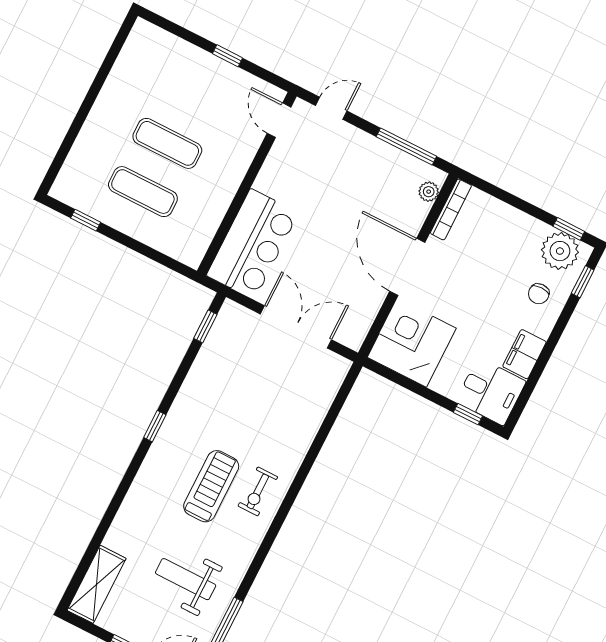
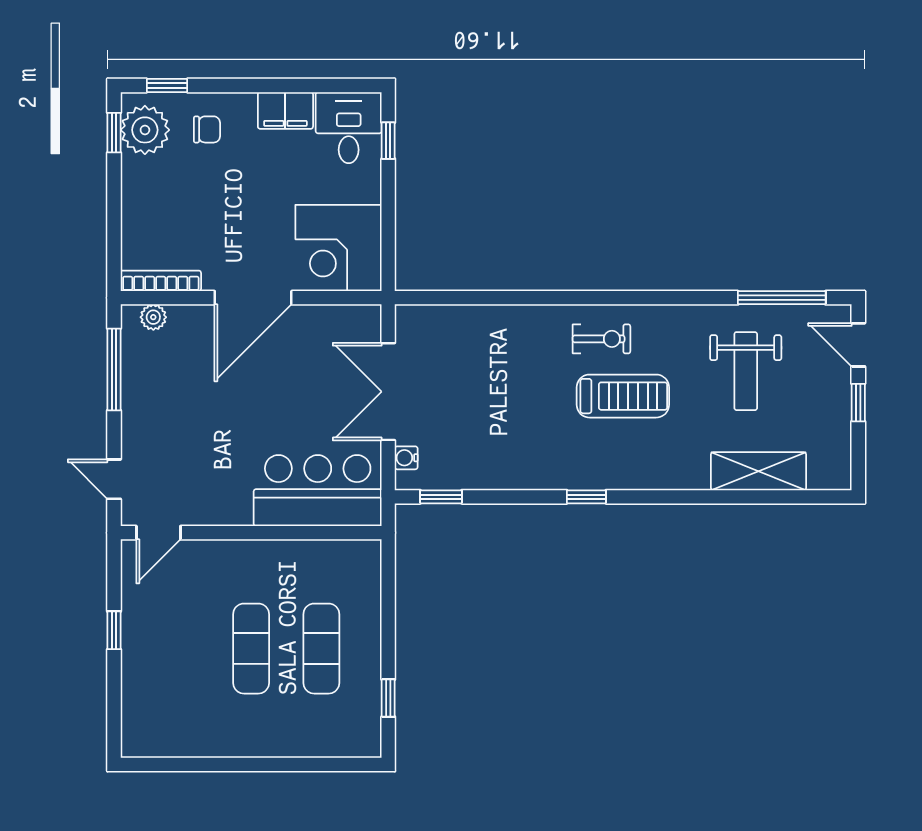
water cooler: (244, 316) -> (406, 458), added
treadmill: (211, 486) -> (623, 396), turned 180
shelving: (97, 584) -> (759, 471), moved

